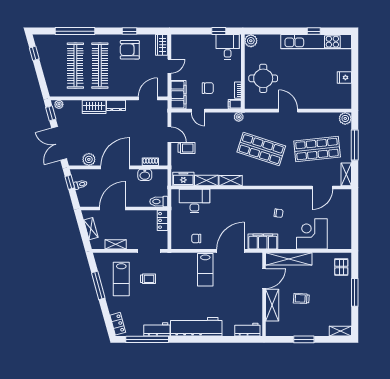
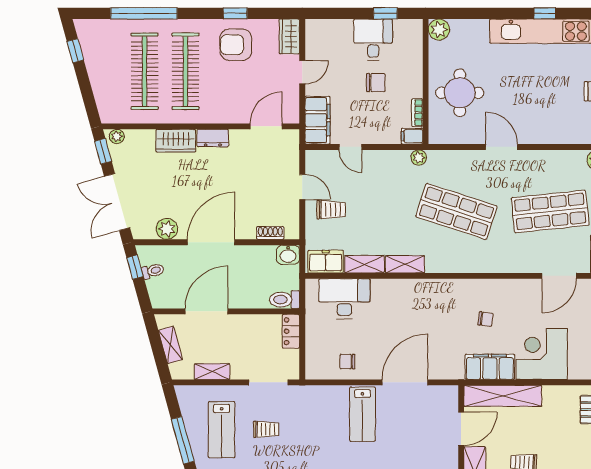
desk: (228, 47) -> (373, 40), moved
chair: (208, 88) -> (376, 83), moved
washbasin: (145, 175) -> (288, 255), moved
filing cabinet: (263, 242) -> (490, 367), moved

